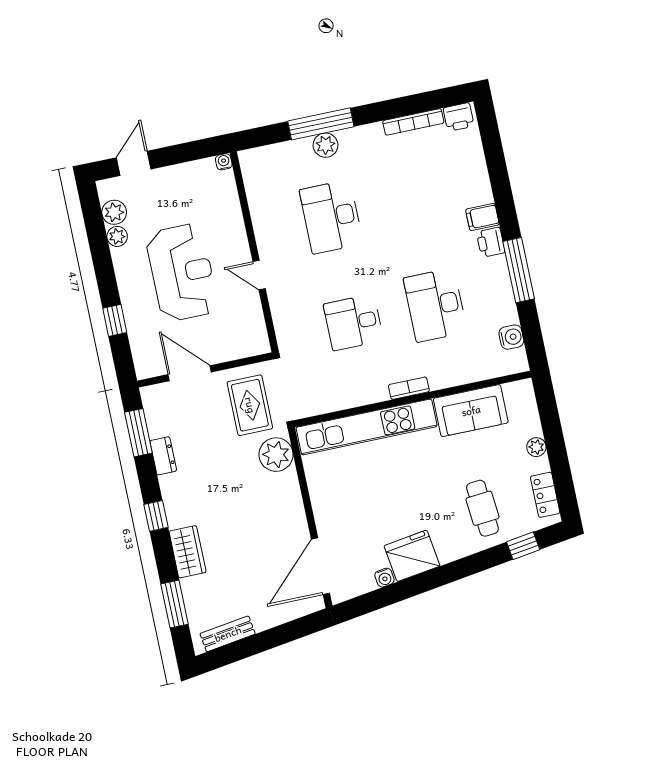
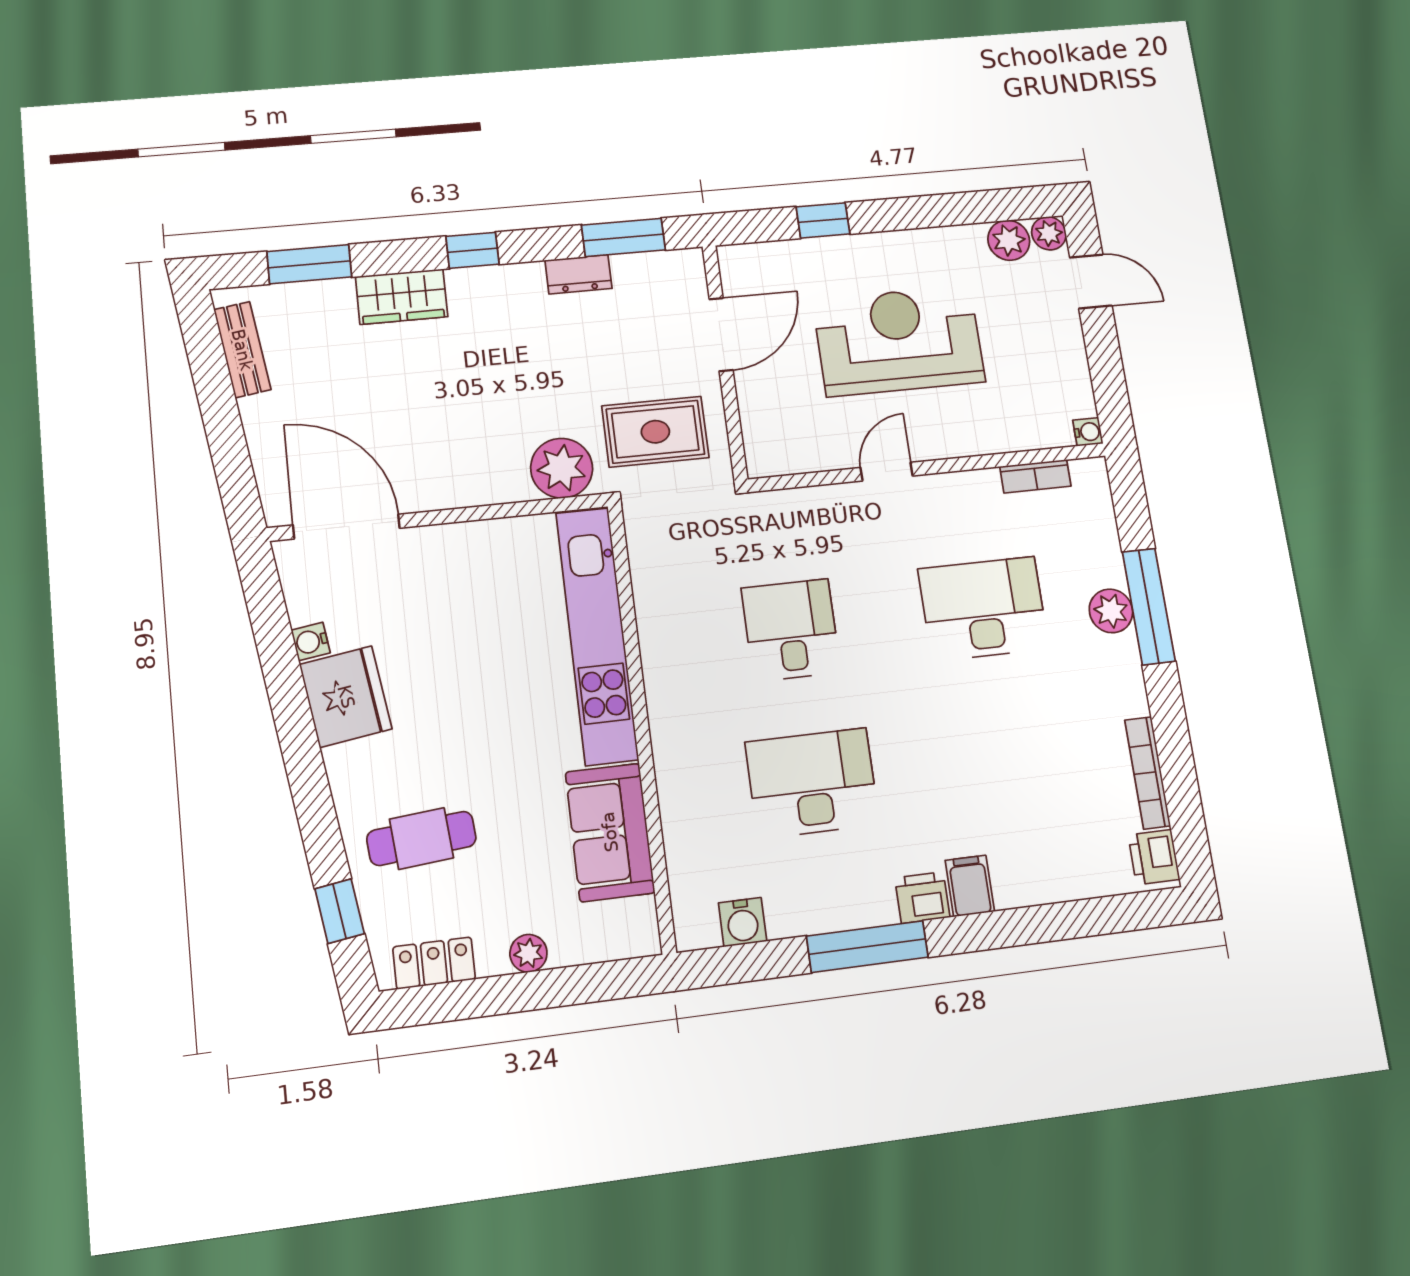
plant: (117, 236) -> (1049, 233), moved
reception desk: (182, 273) -> (899, 341), turned 180
bookcase: (409, 388) -> (1035, 476), moved, turned 90

